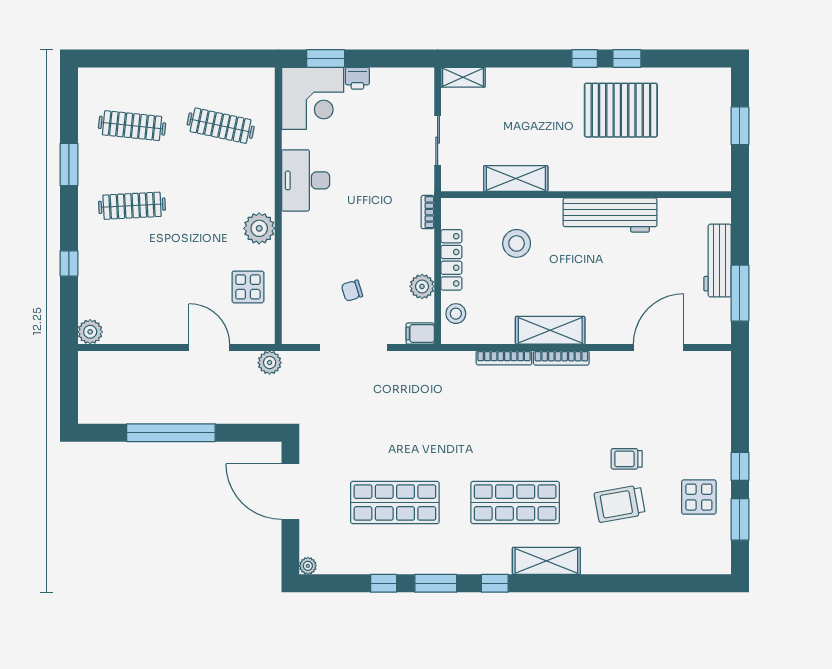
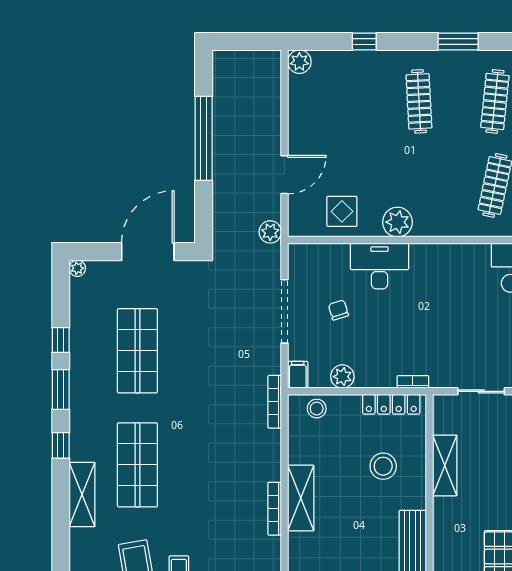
desk: (306, 180) -> (380, 266), moved
locker: (451, 260) -> (391, 404), moved
bookcase: (504, 358) -> (275, 402), moved

